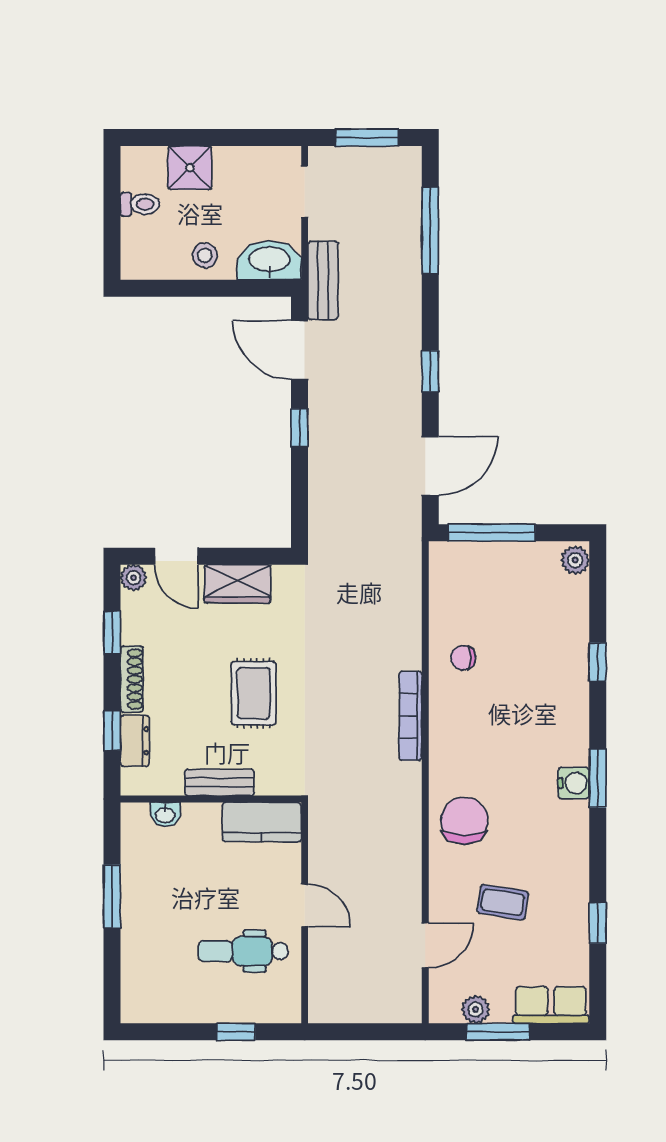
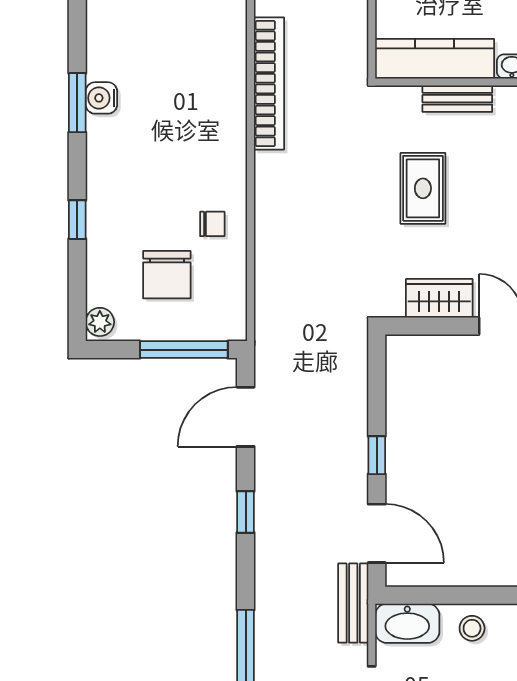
bookcase: (410, 716) -> (269, 84), moved, width x1.48, depth x1.31
chair: (464, 821) -> (167, 275), moved
kitchen counter: (262, 822) -> (435, 59), width x1.50

